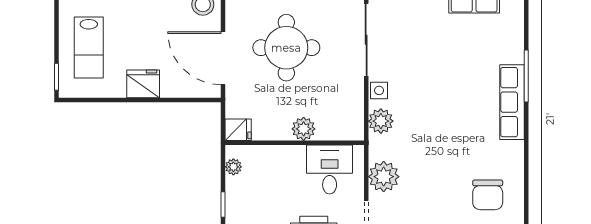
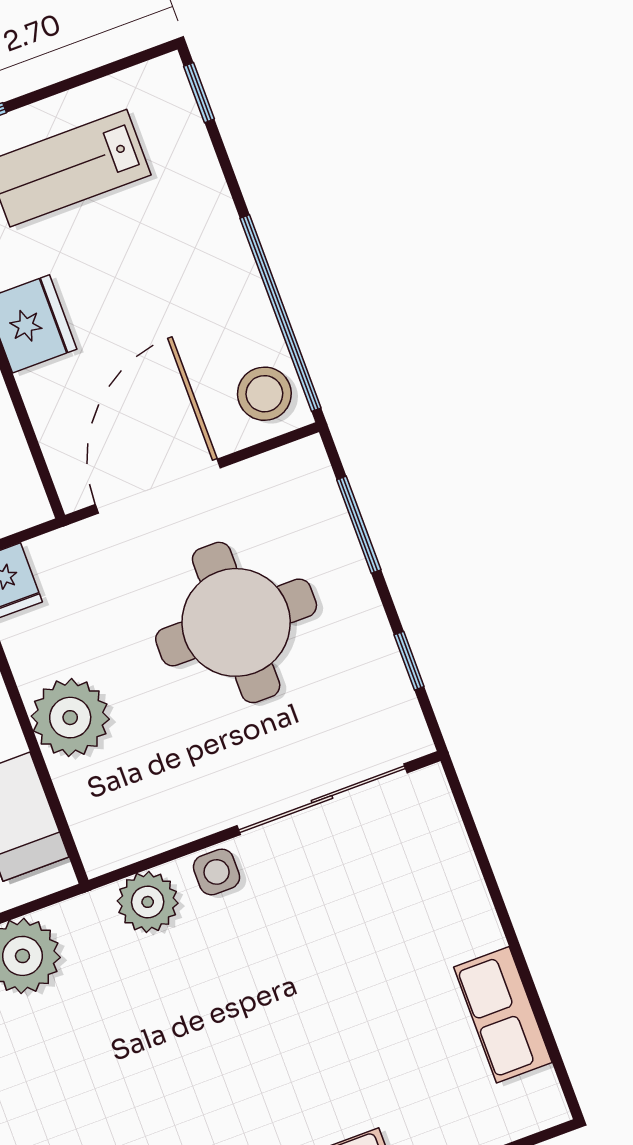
plant: (304, 129) -> (70, 718), width x1.36, depth x1.36

